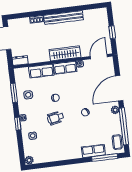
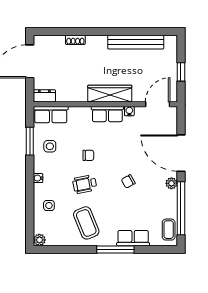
bench: (64, 18) -> (136, 42), moved
row of seats: (41, 71) -> (51, 115), moved
door: (119, 88) -> (181, 153), hinge flipped
window: (18, 124) -> (30, 186), removed
coffee table: (60, 145) -> (86, 223), added
window: (105, 158) -> (115, 250), moved

